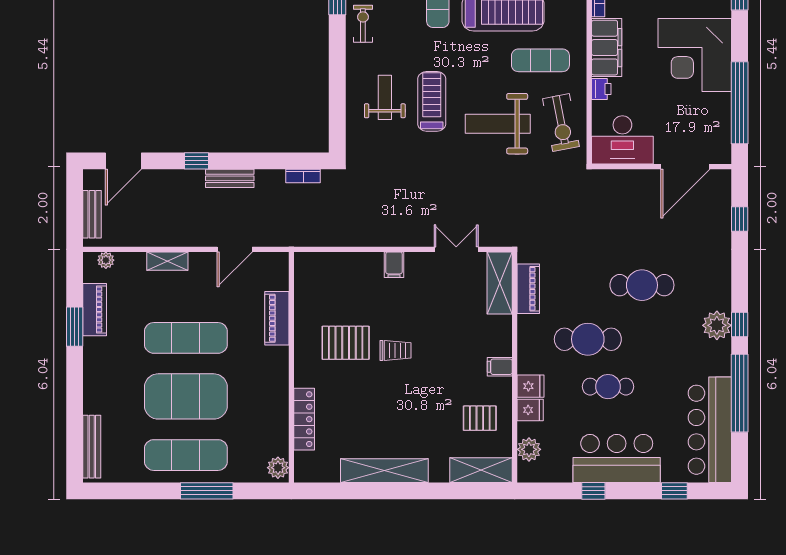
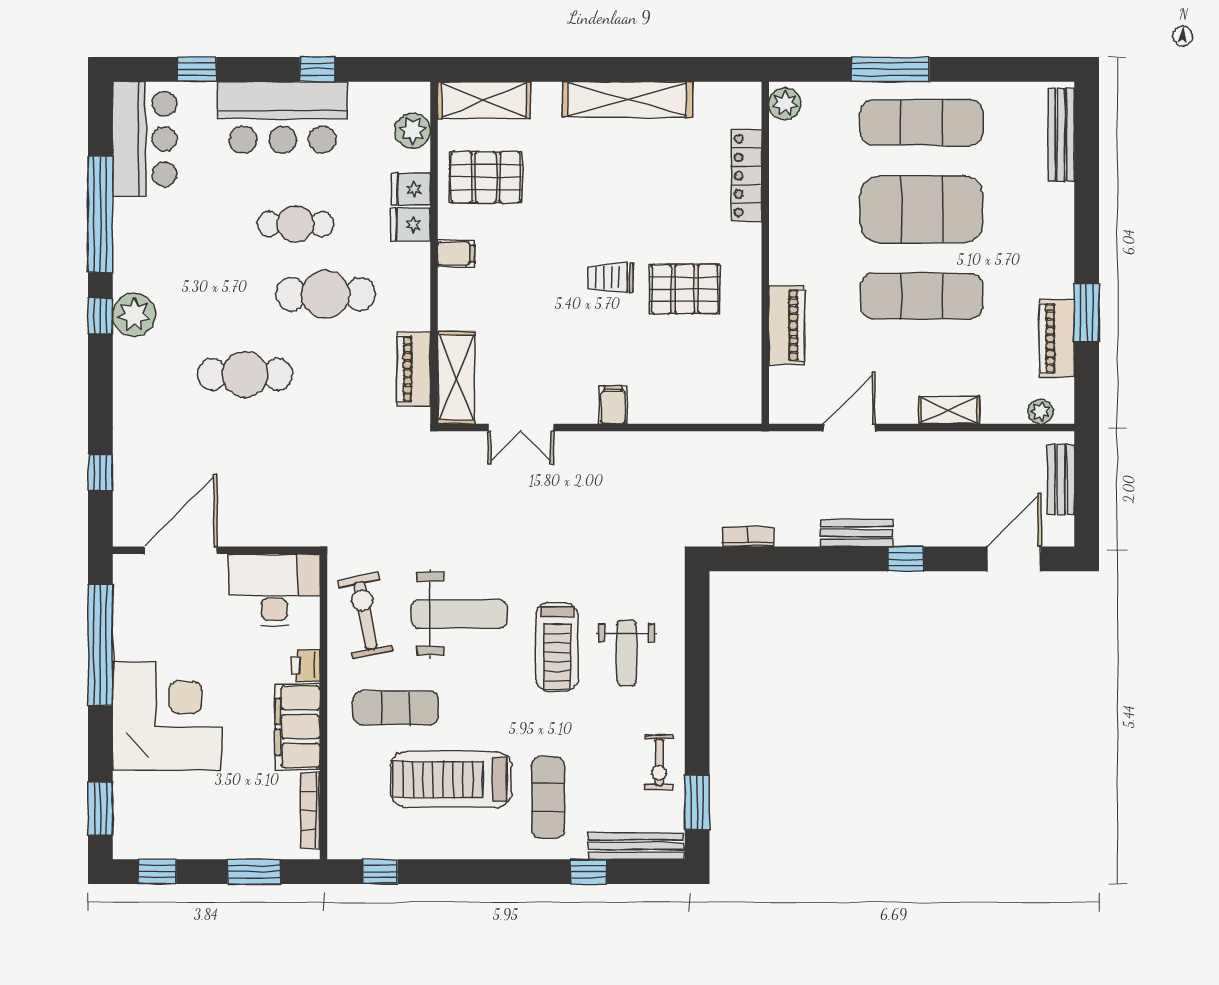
pallet: (480, 418) -> (486, 177), width x1.50, depth x1.42
bar counter: (710, 430) -> (145, 139), width x0.73

